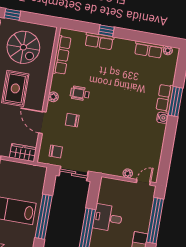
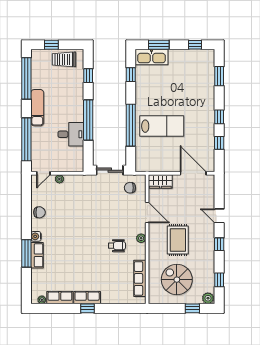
window: (106, 31) -> (88, 308), moved
row of seats: (99, 41) -> (87, 298), moved
chair: (72, 120) -> (39, 212), moved

